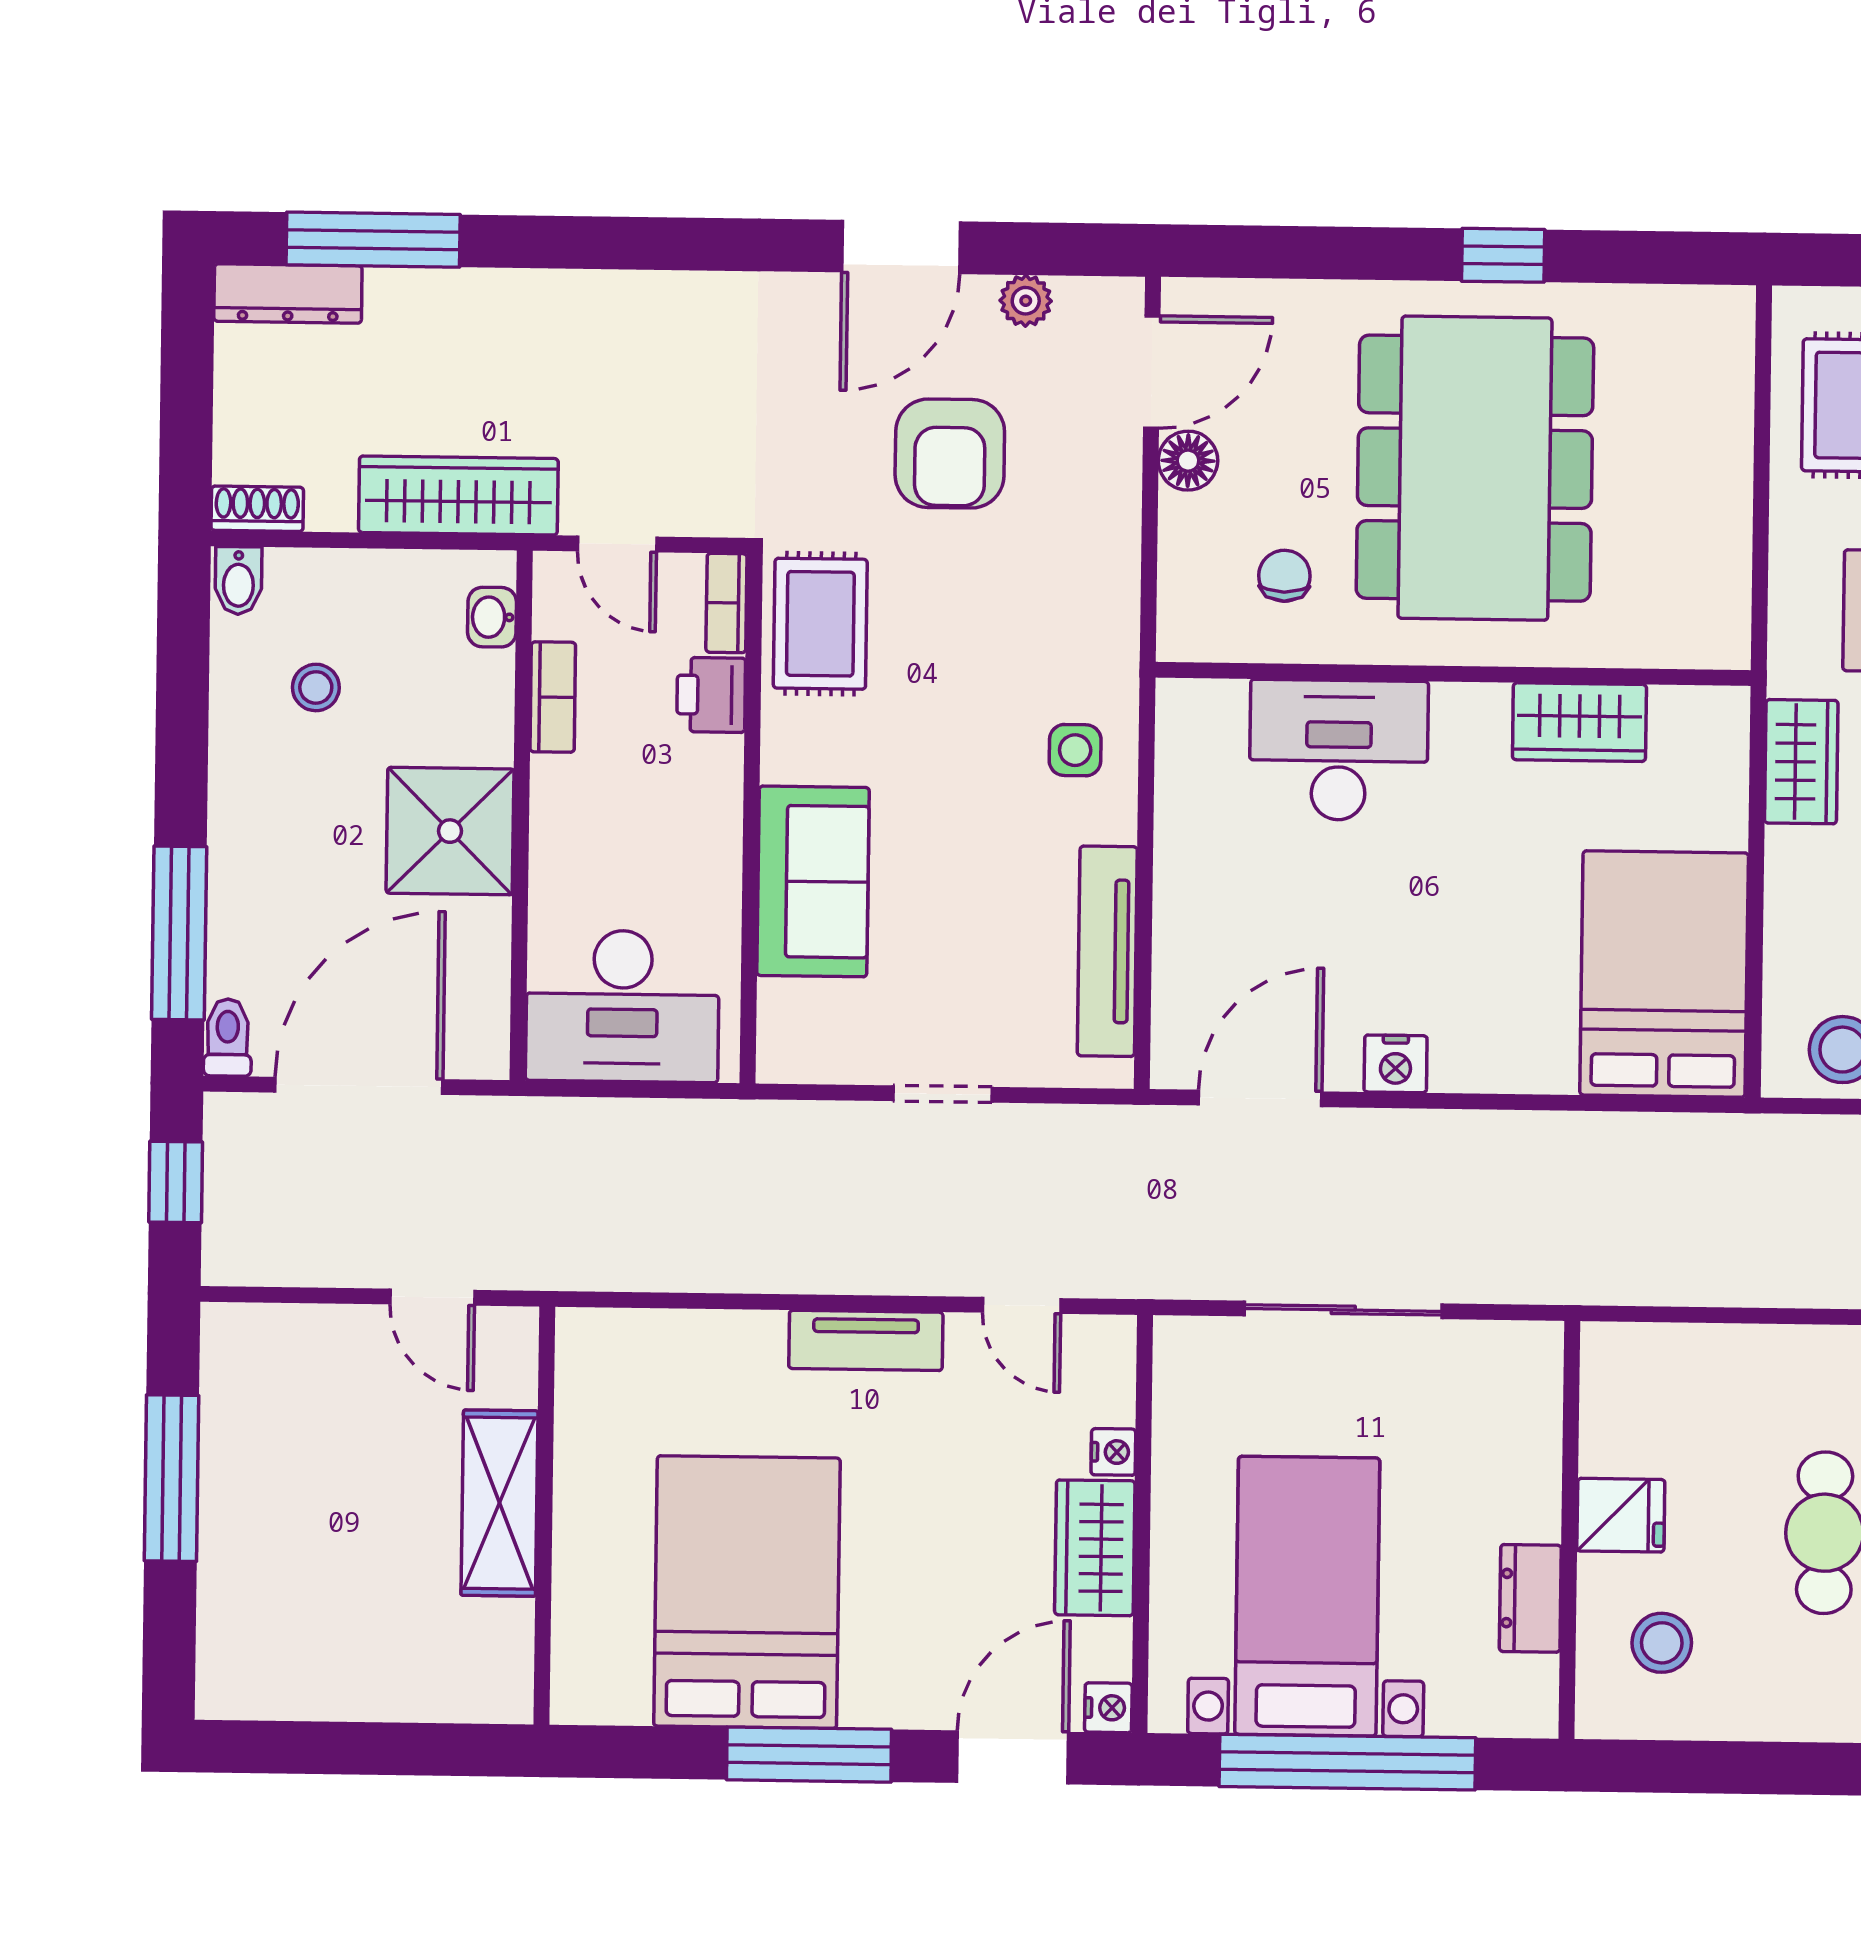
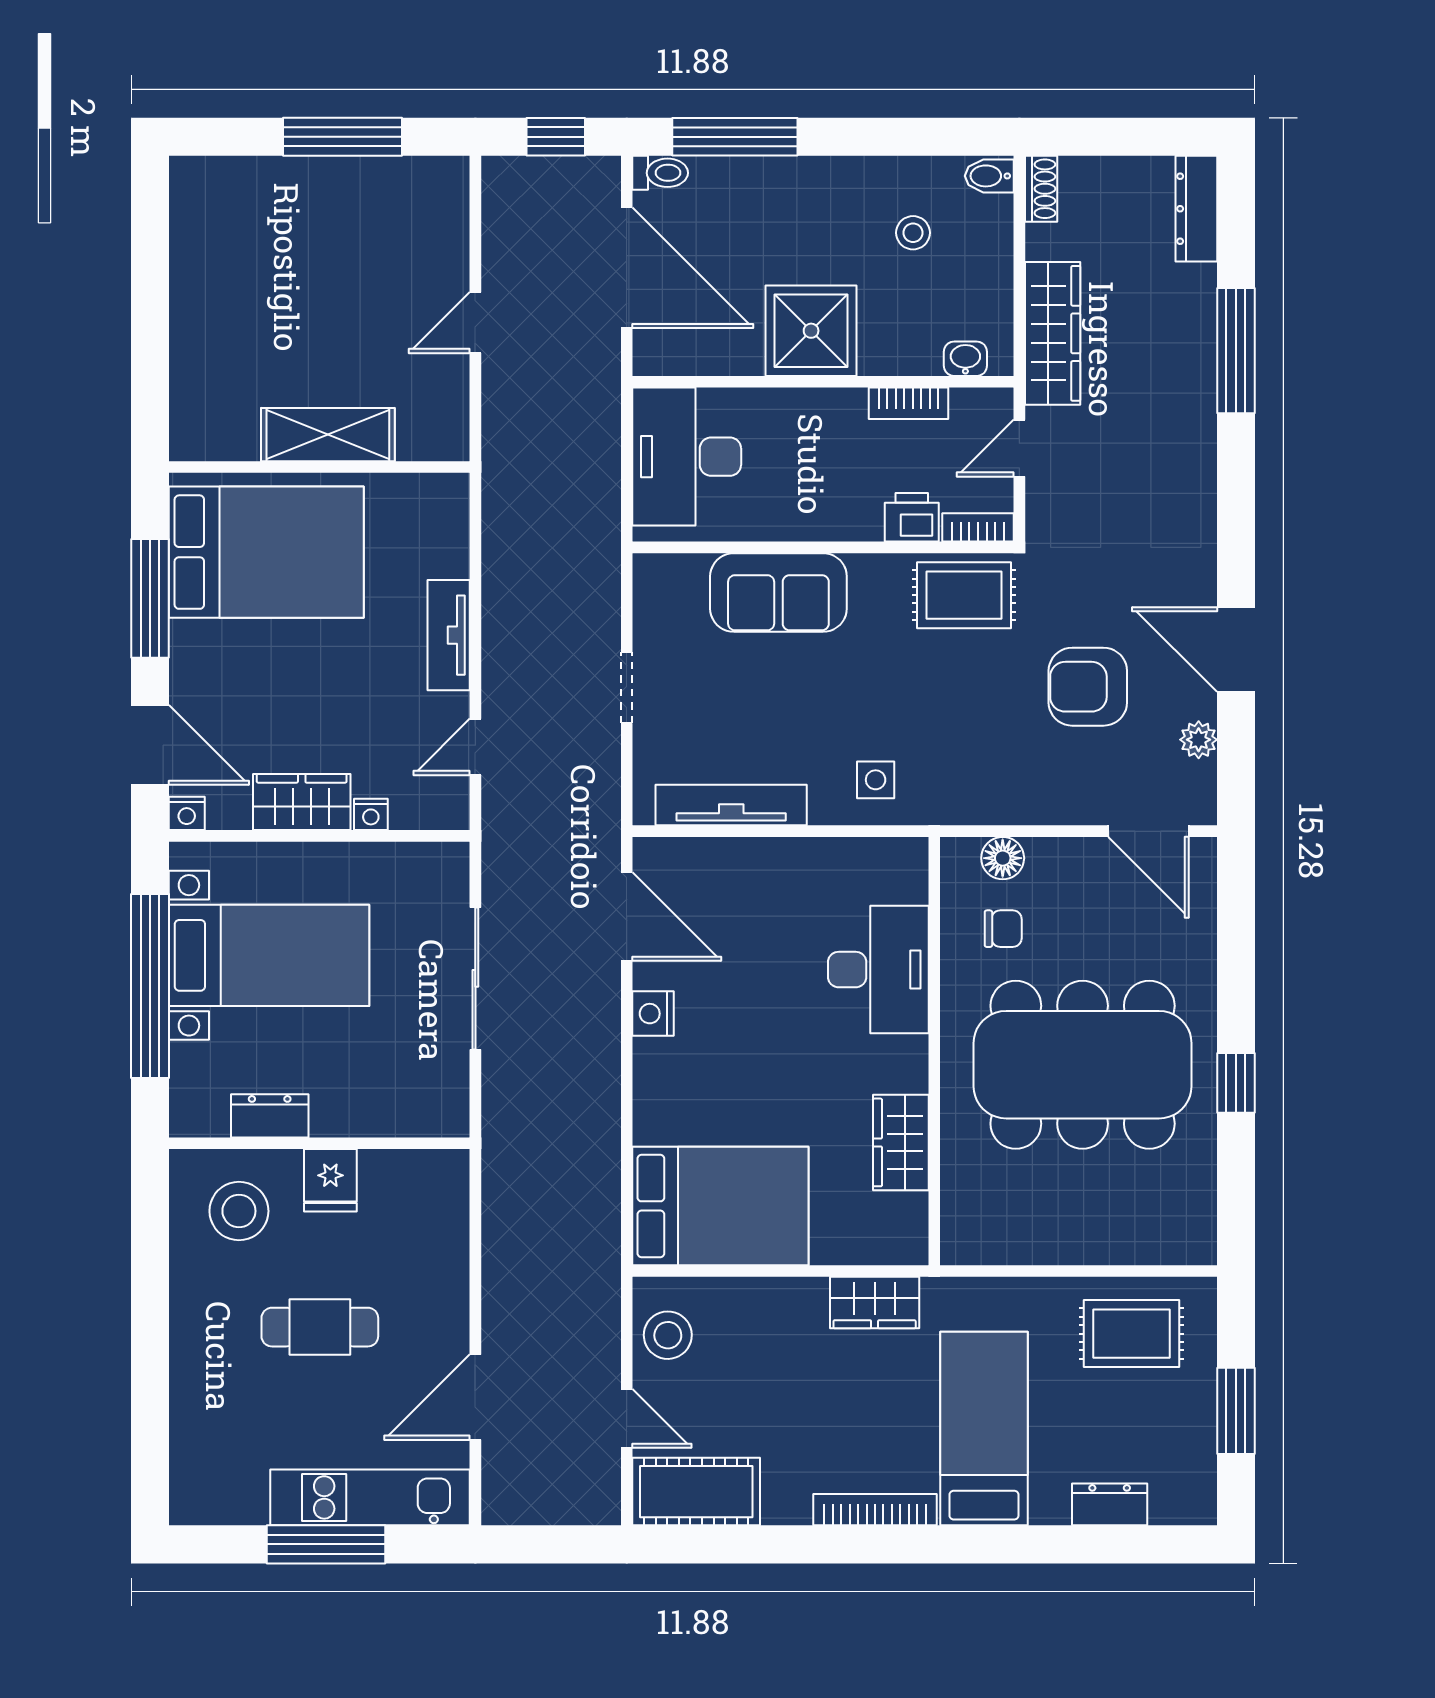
window: (373, 240) -> (1236, 351), moved
floor lamp: (1188, 461) -> (1003, 858), moved
shelving: (499, 1503) -> (328, 435), moved
wall: (544, 1516) -> (319, 467), moved
stool: (1662, 1643) -> (239, 1211), width x1.38, depth x1.38

